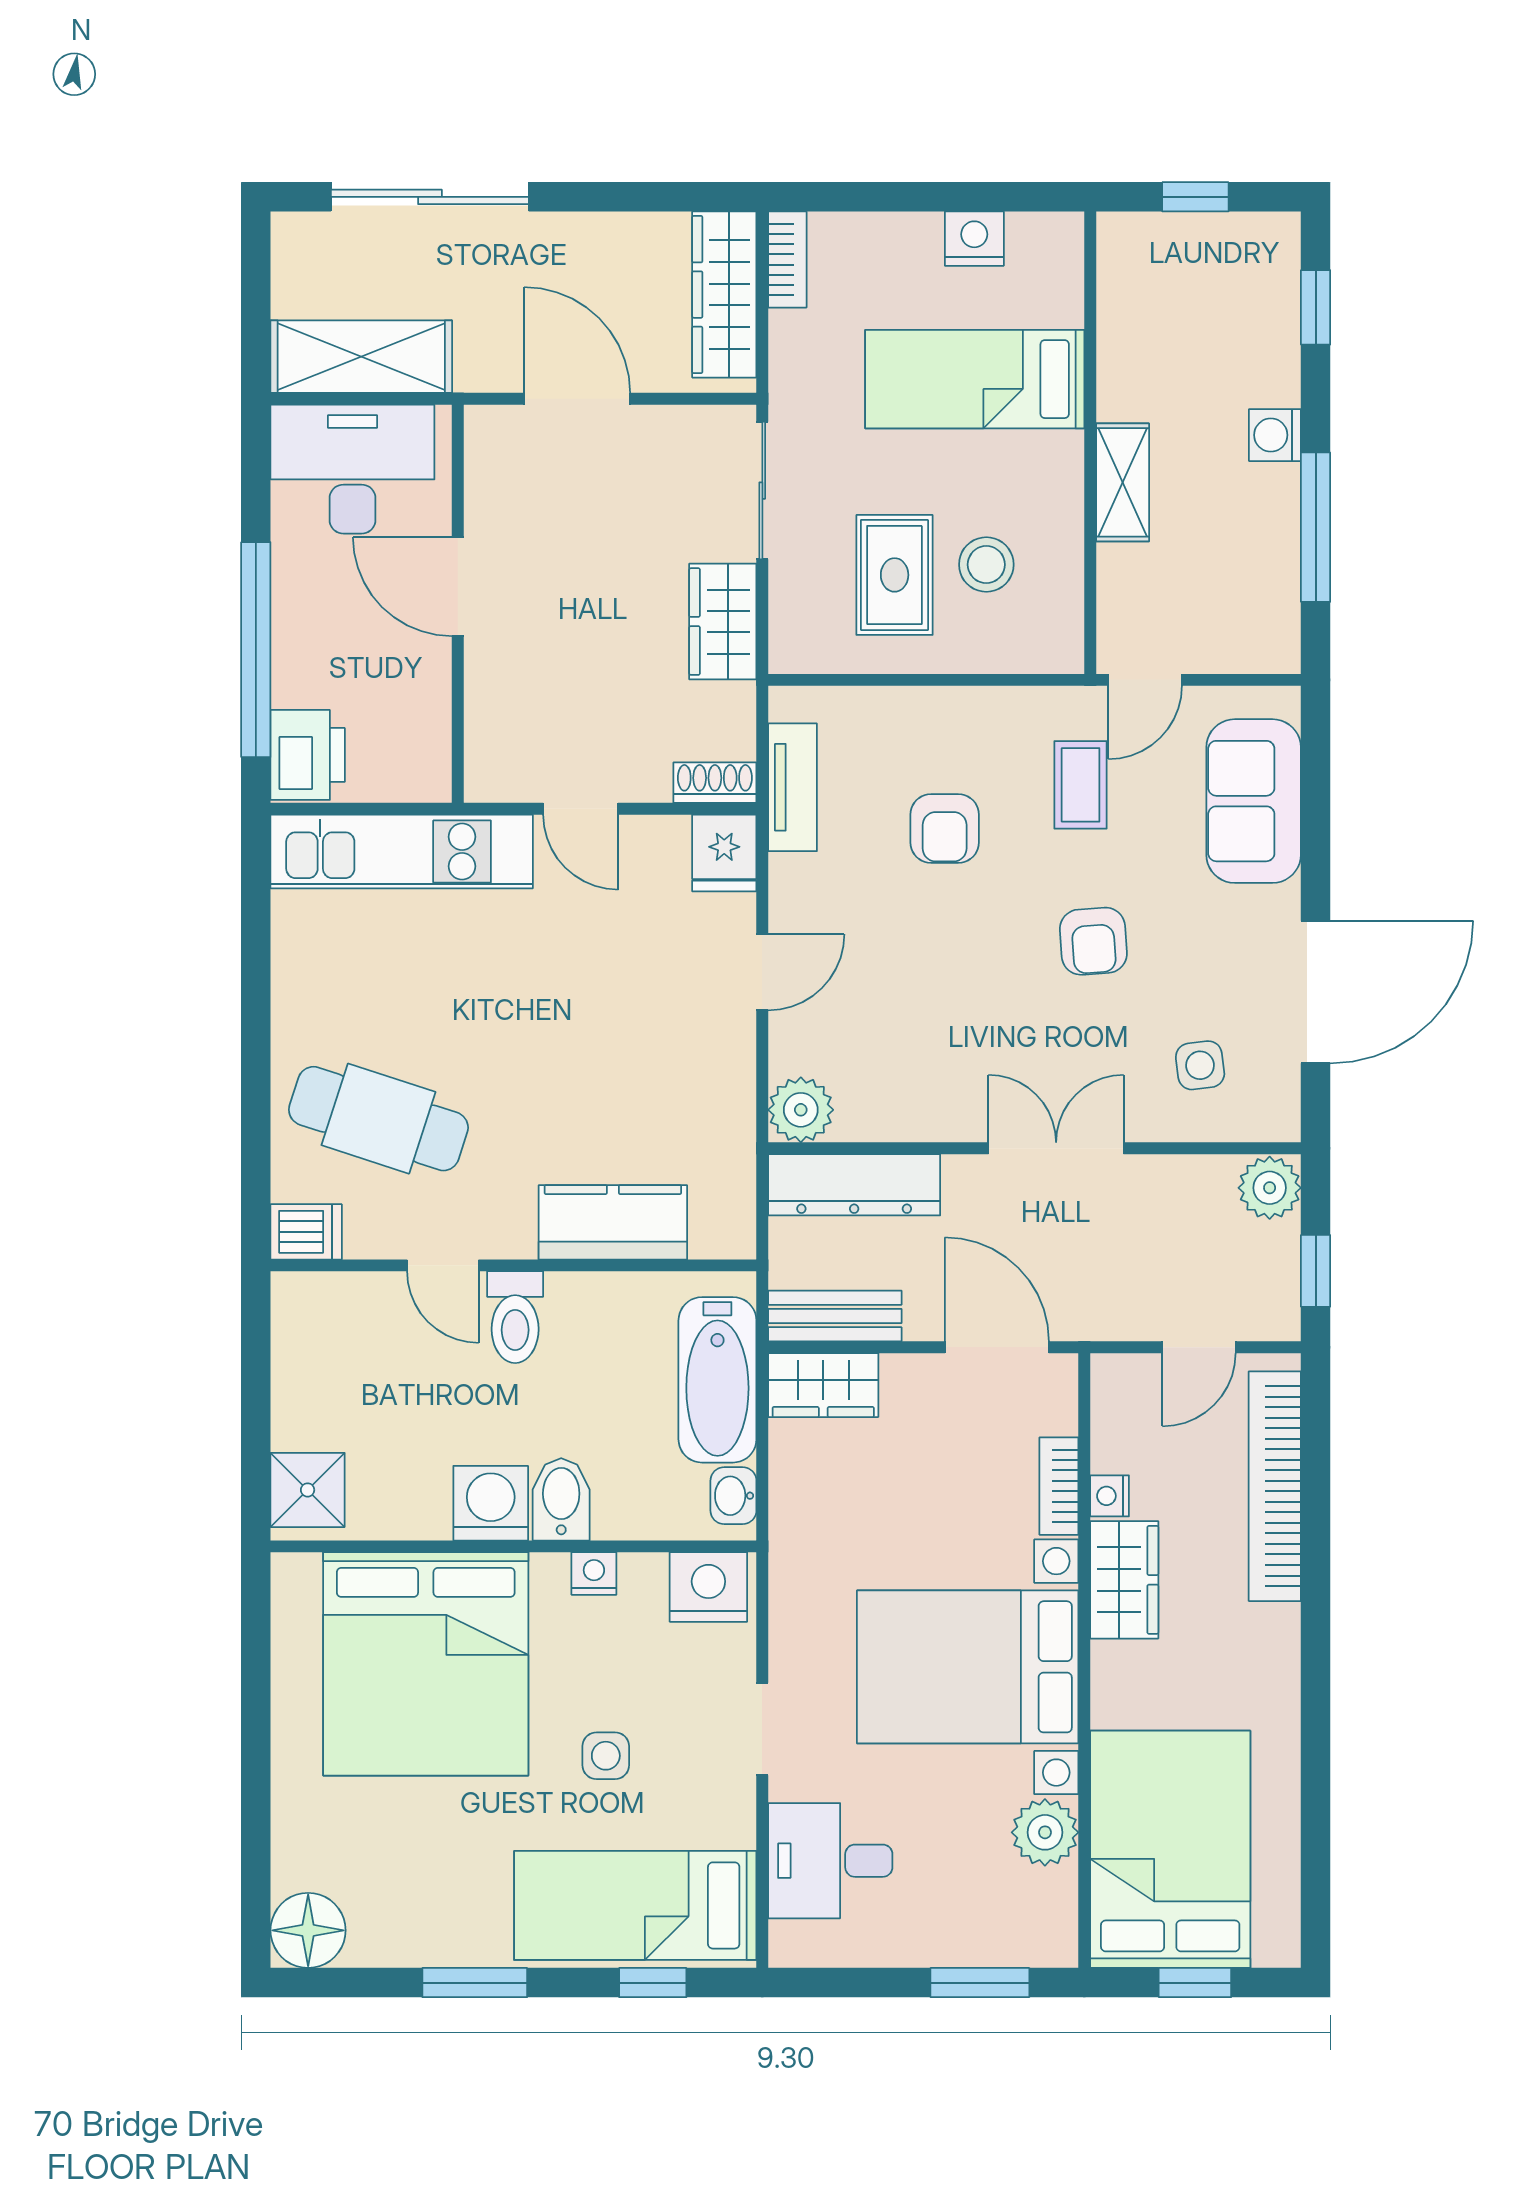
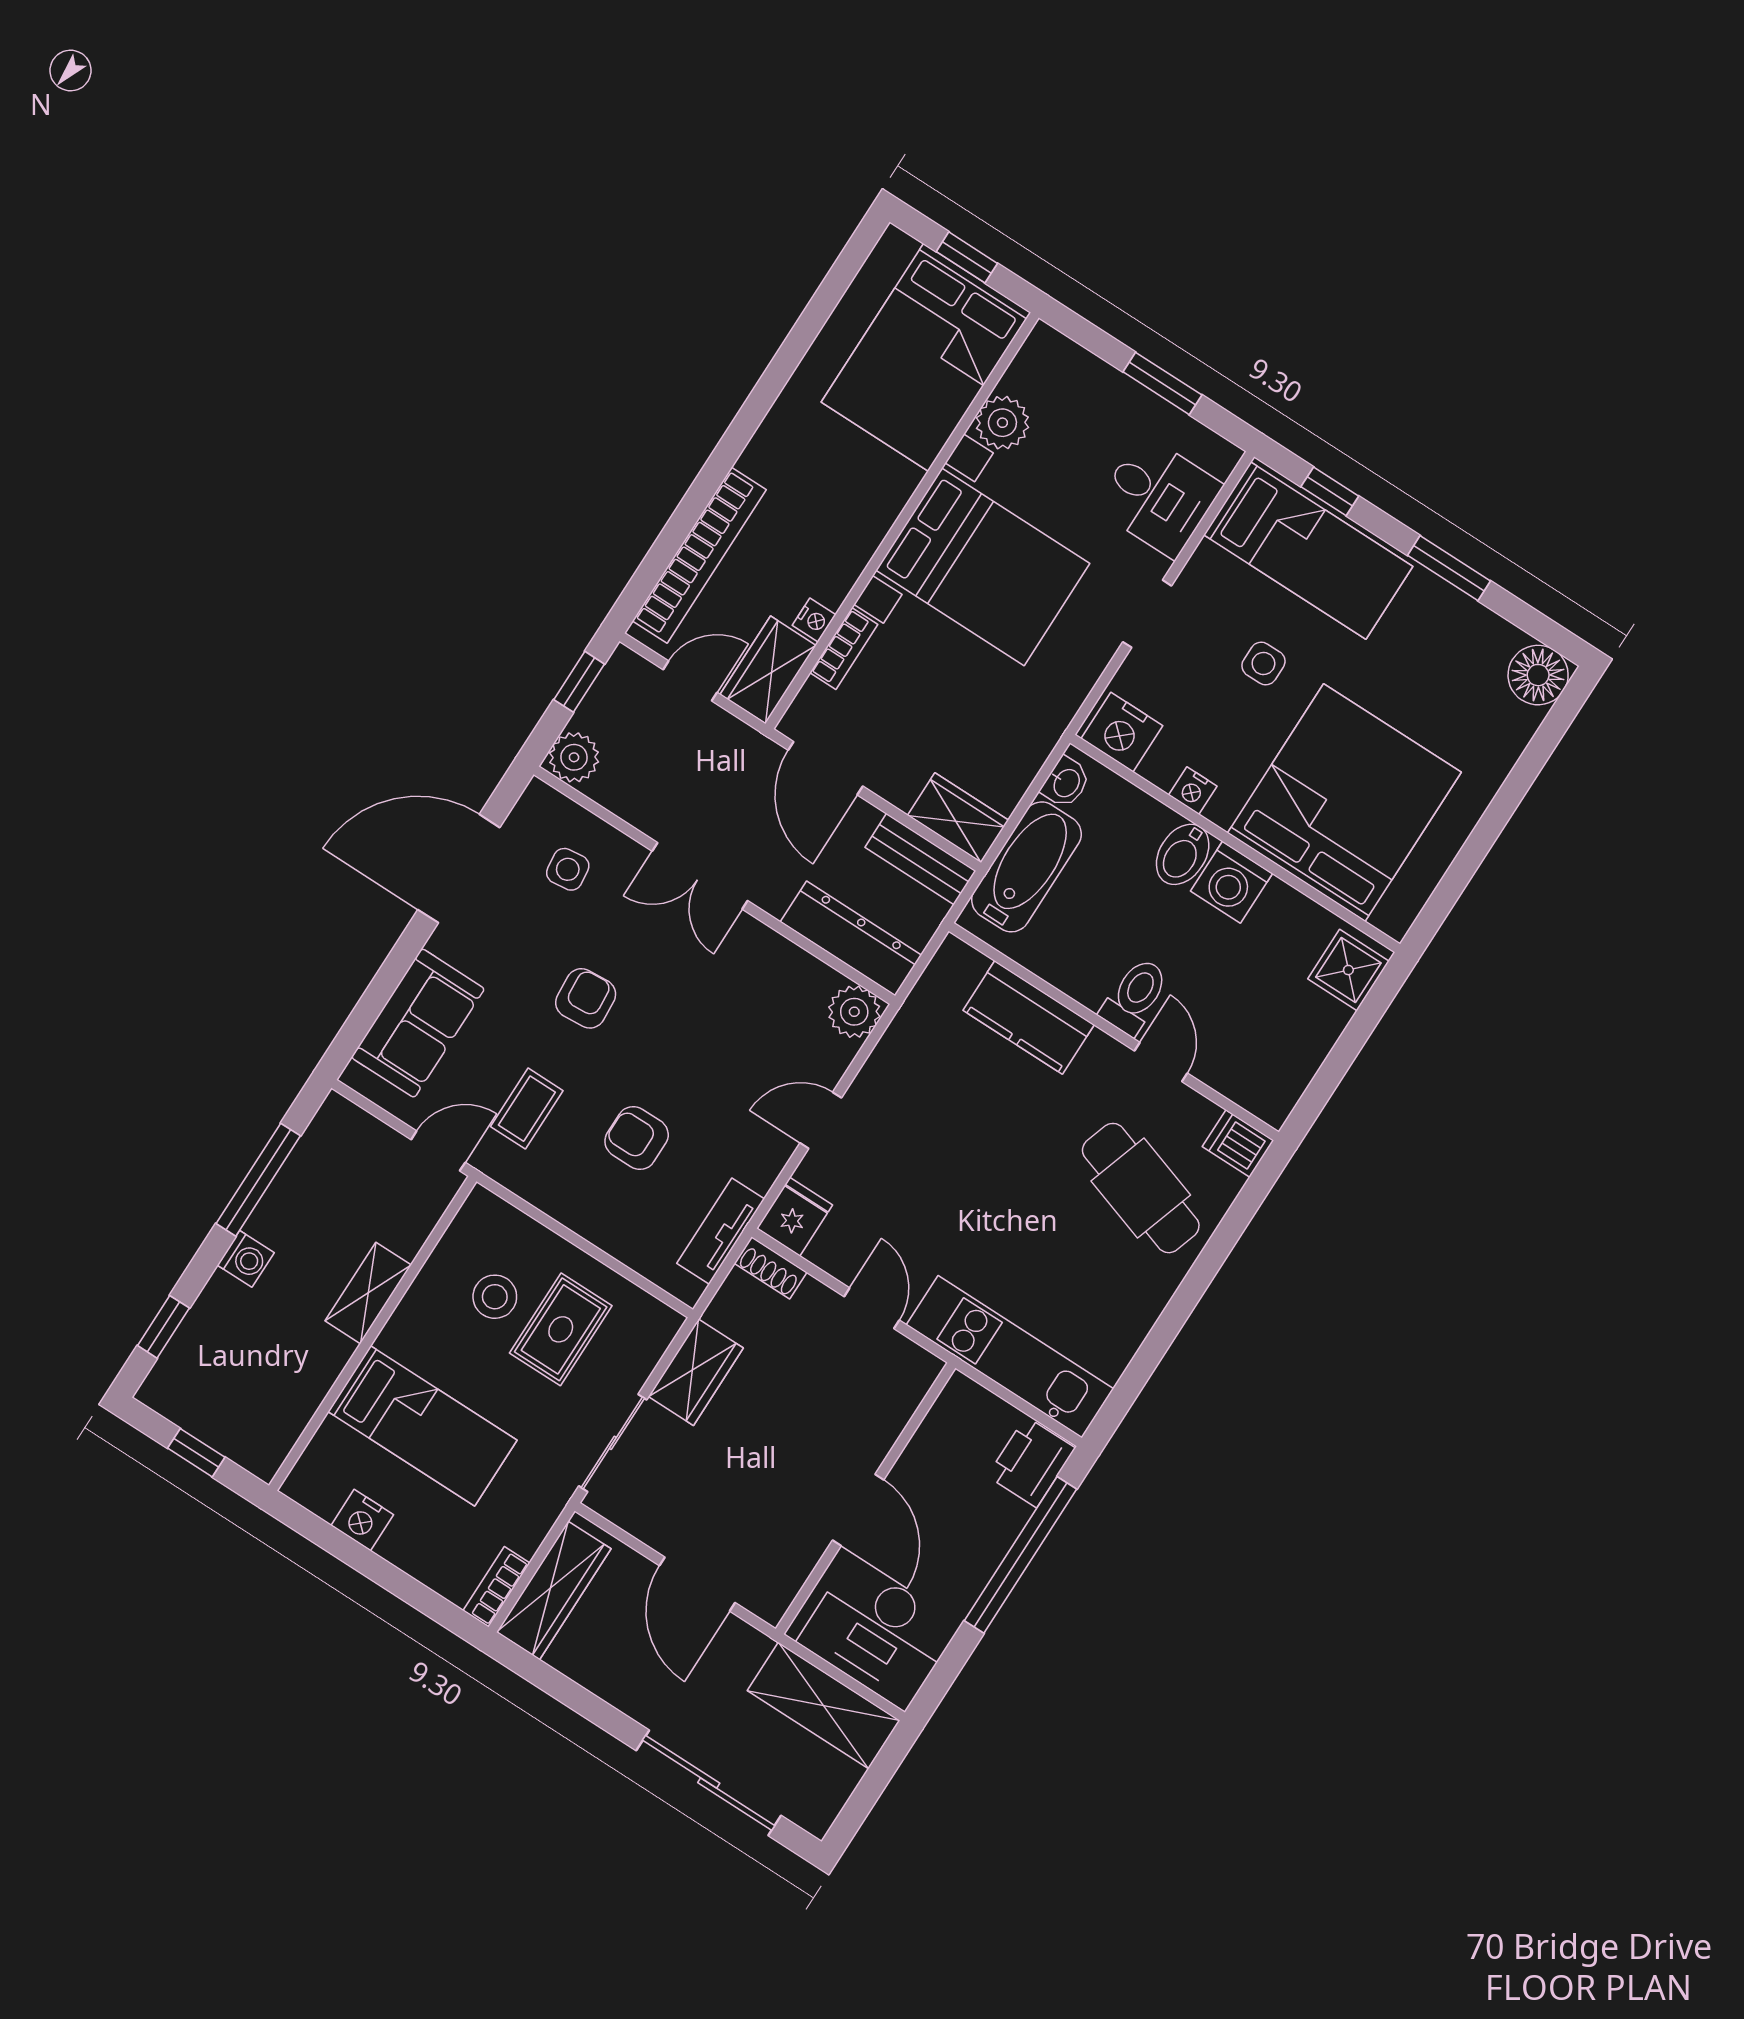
armchair: (945, 829) -> (637, 1138), turned -90
wardrobe: (1124, 1580) -> (768, 670), moved
window: (980, 1983) -> (1162, 383), moved

